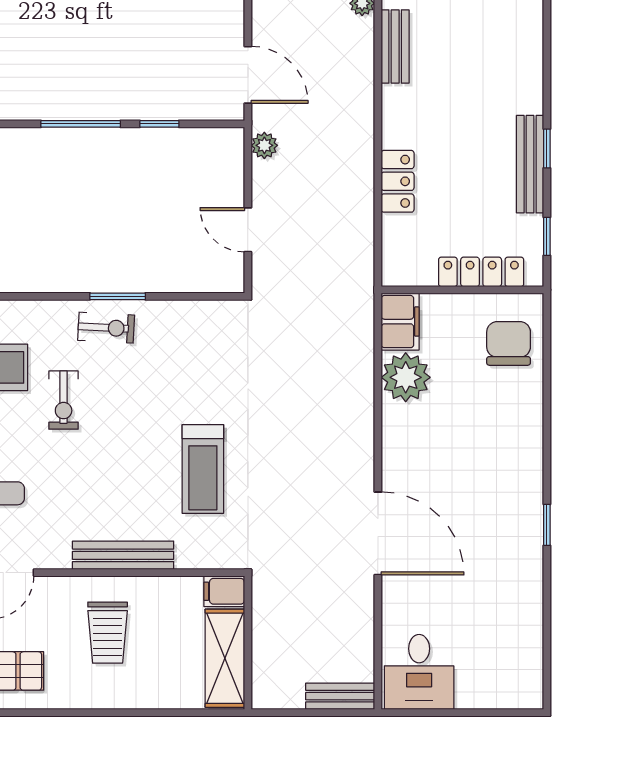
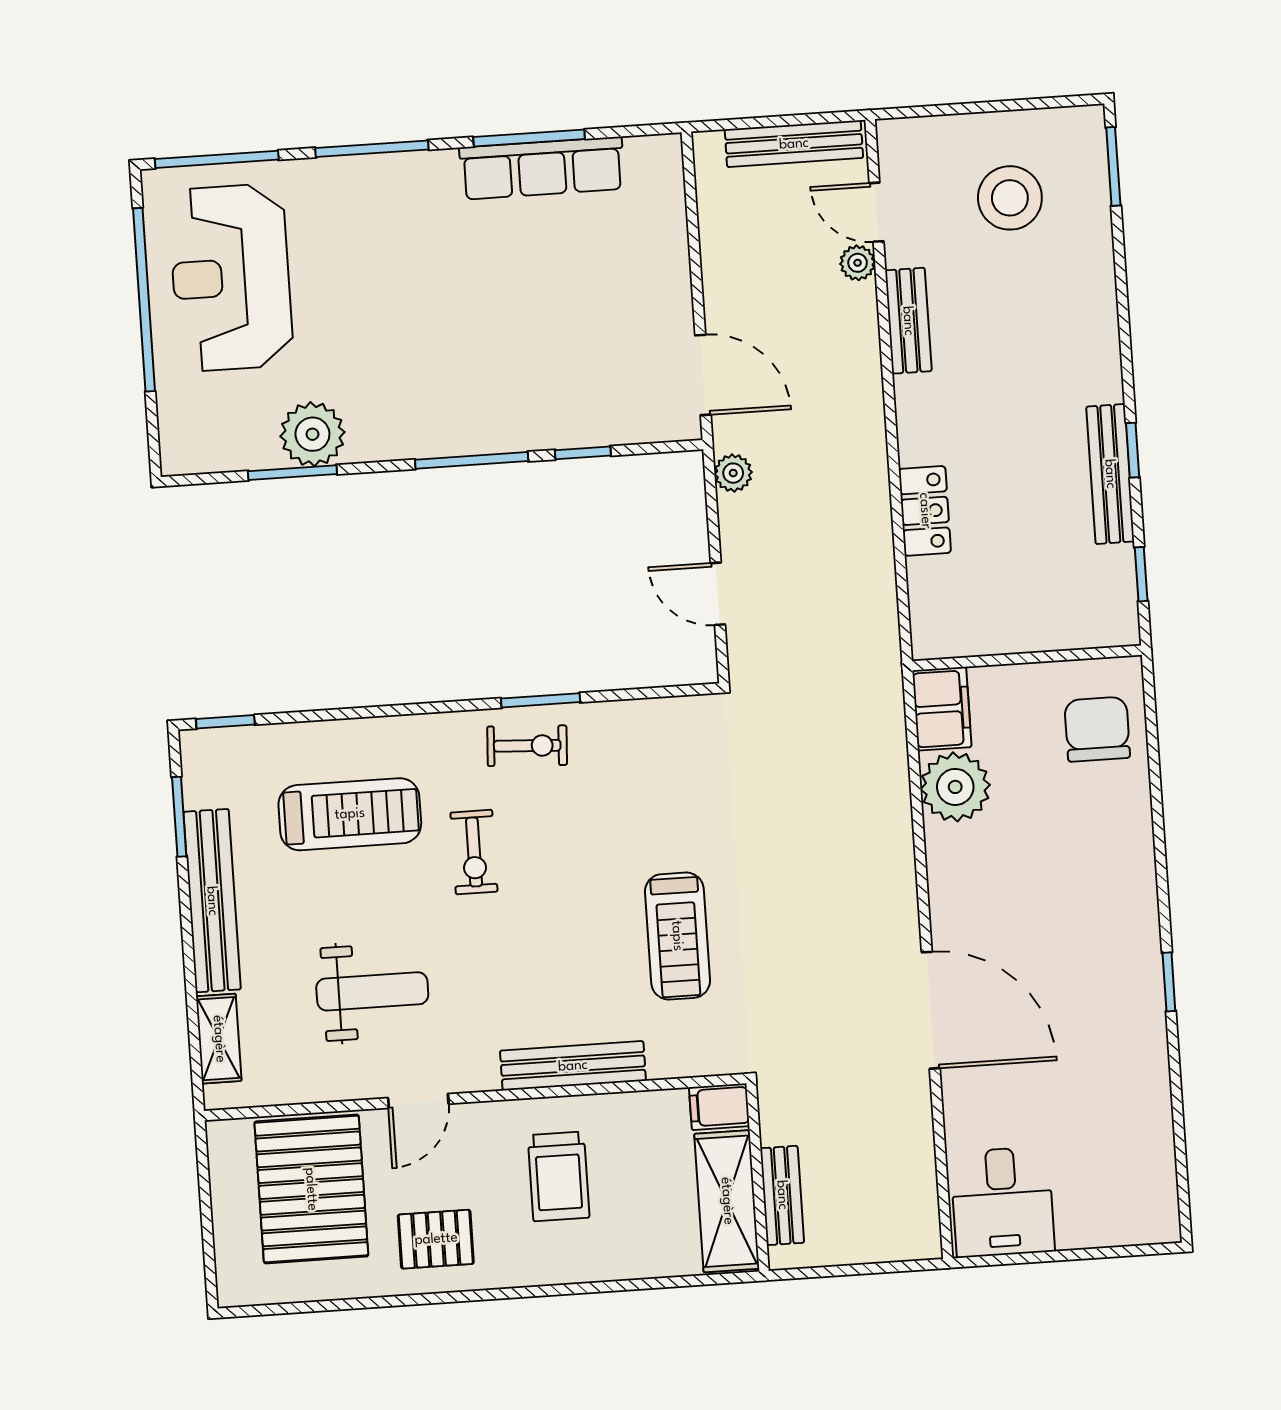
locker: (481, 272) -> (1052, 631), removed
bench: (340, 696) -> (782, 1195), moved, turned 90

